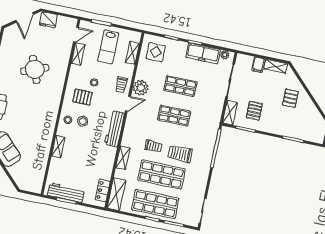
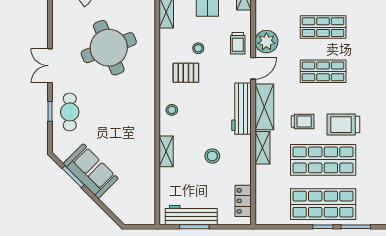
round table: (35, 69) -> (109, 48), width x1.36, depth x1.36
stool: (83, 121) -> (212, 156), moved
shelving: (117, 194) -> (264, 107), moved

